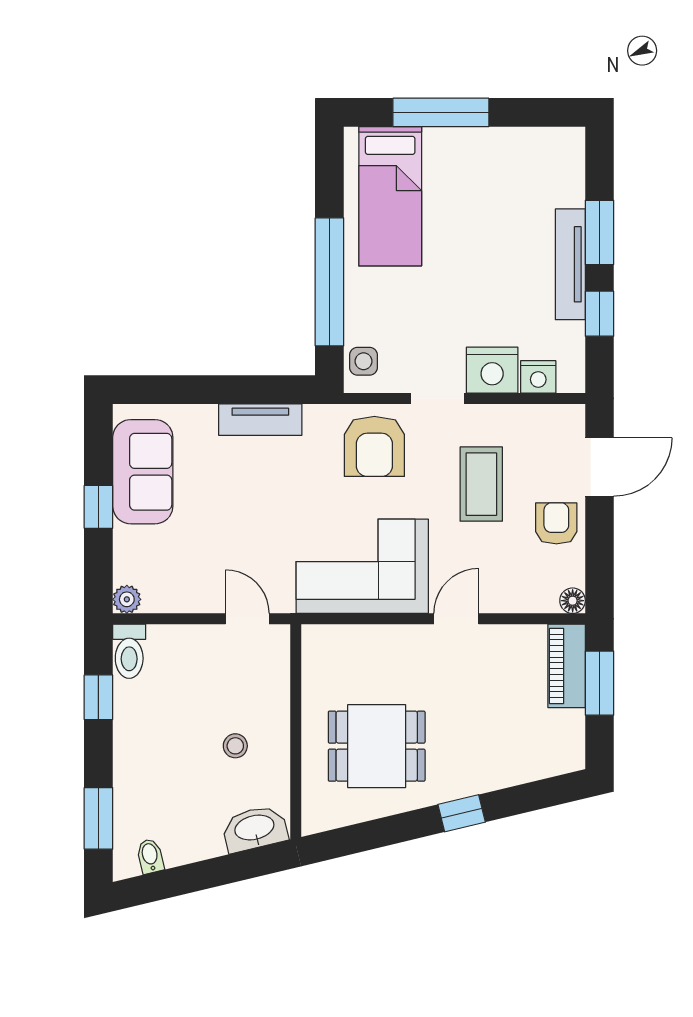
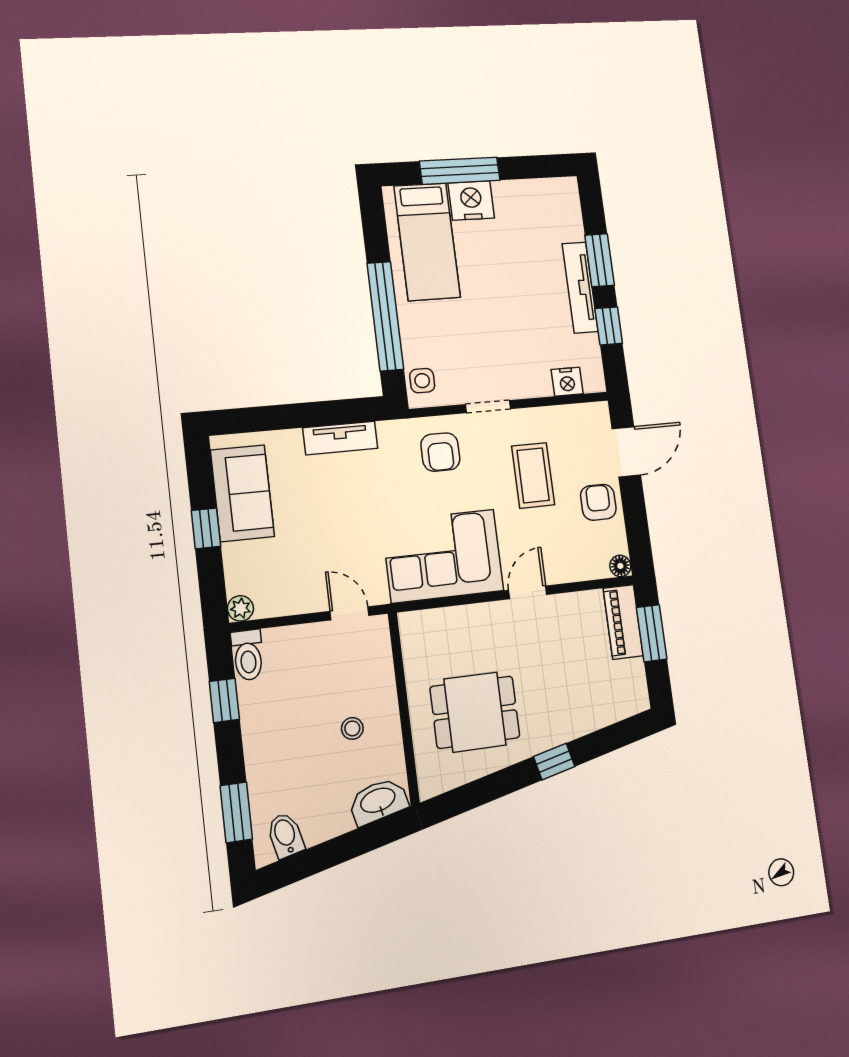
nightstand: (492, 370) -> (471, 201), moved, turned 180
armchair: (374, 446) -> (440, 452), width x0.72, depth x0.72
bidet: (150, 856) -> (286, 835), width x1.38, depth x1.36

